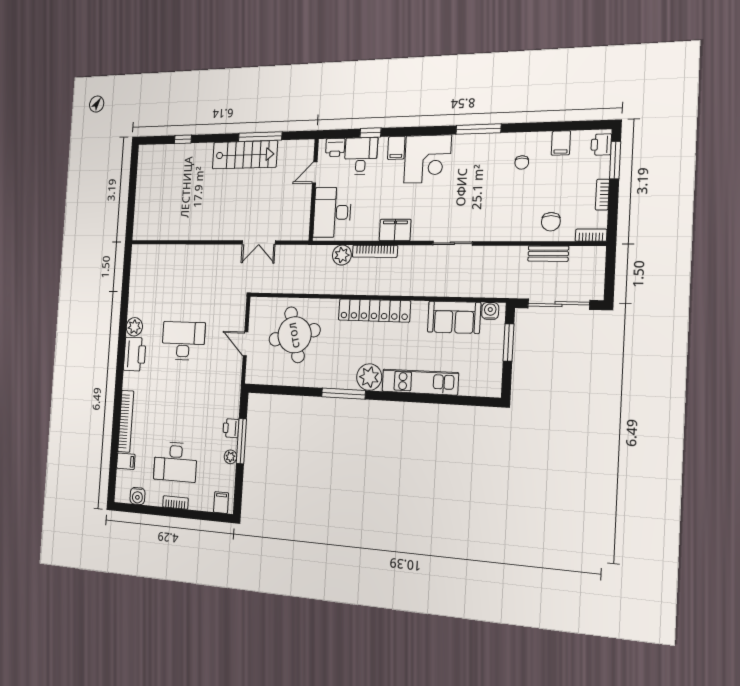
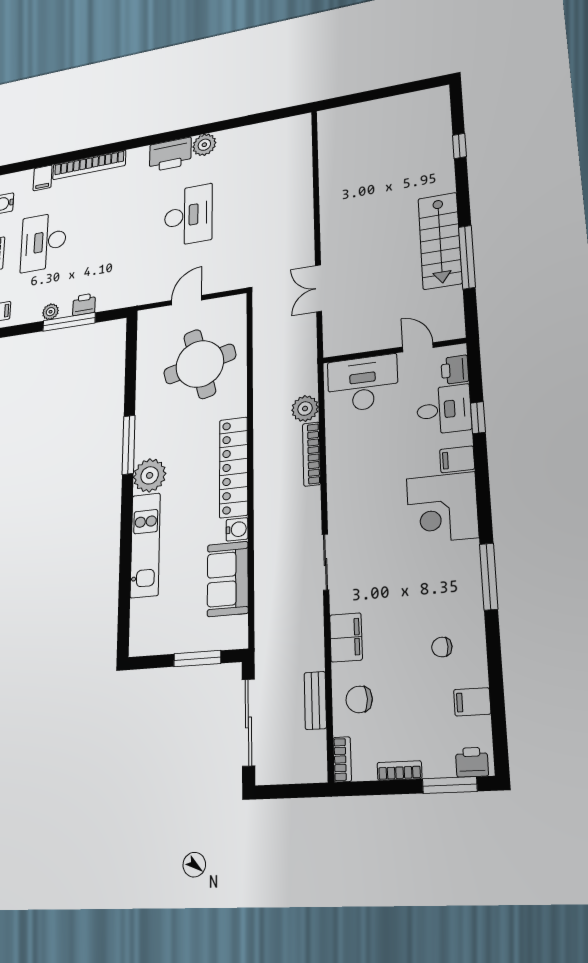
filing cabinet: (395, 230) -> (346, 637), moved
water cooler: (490, 311) -> (237, 529), moved

